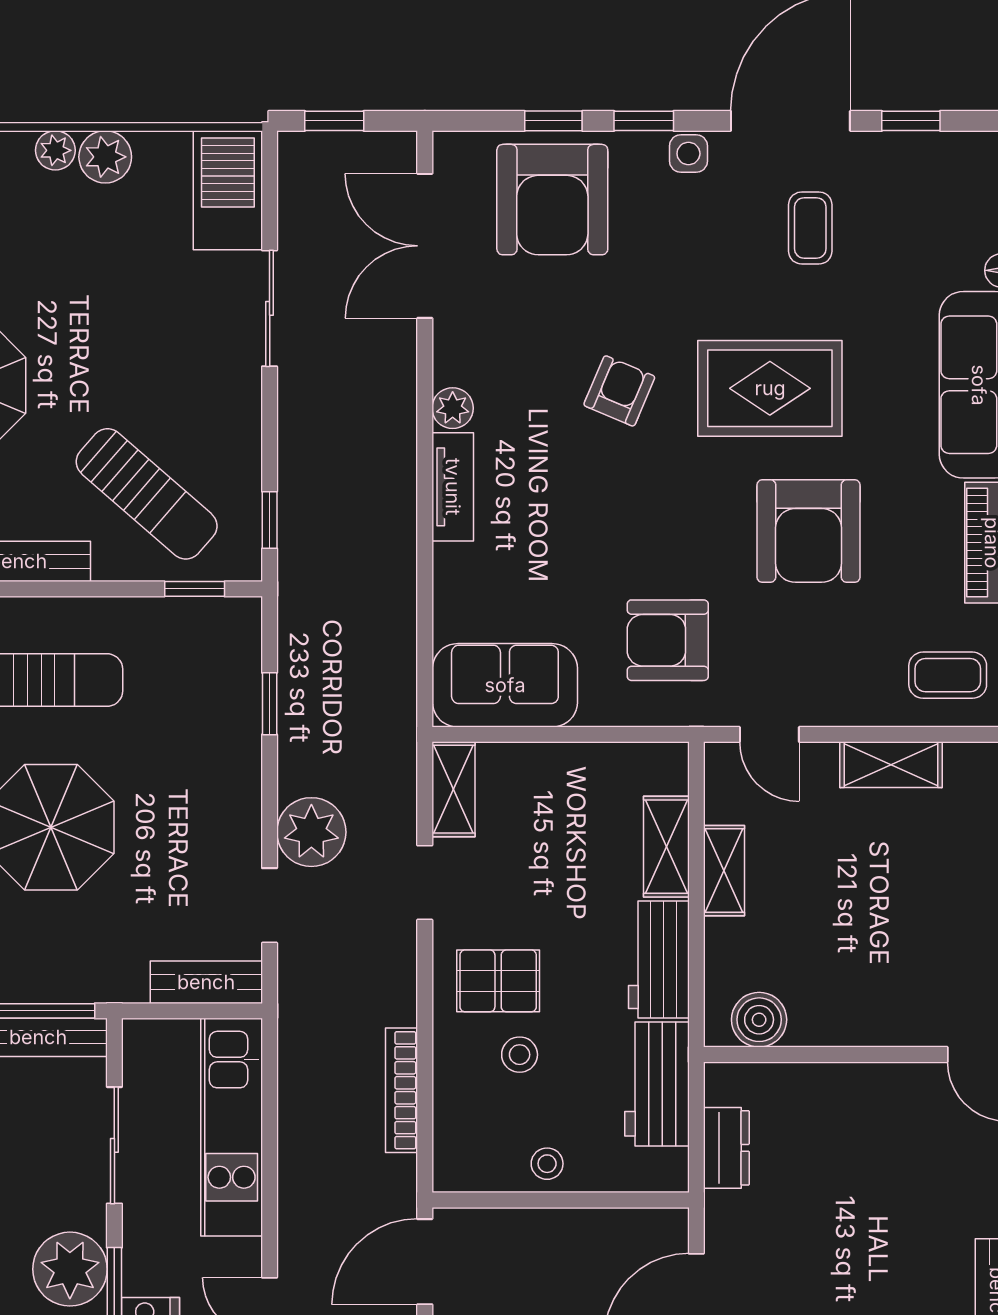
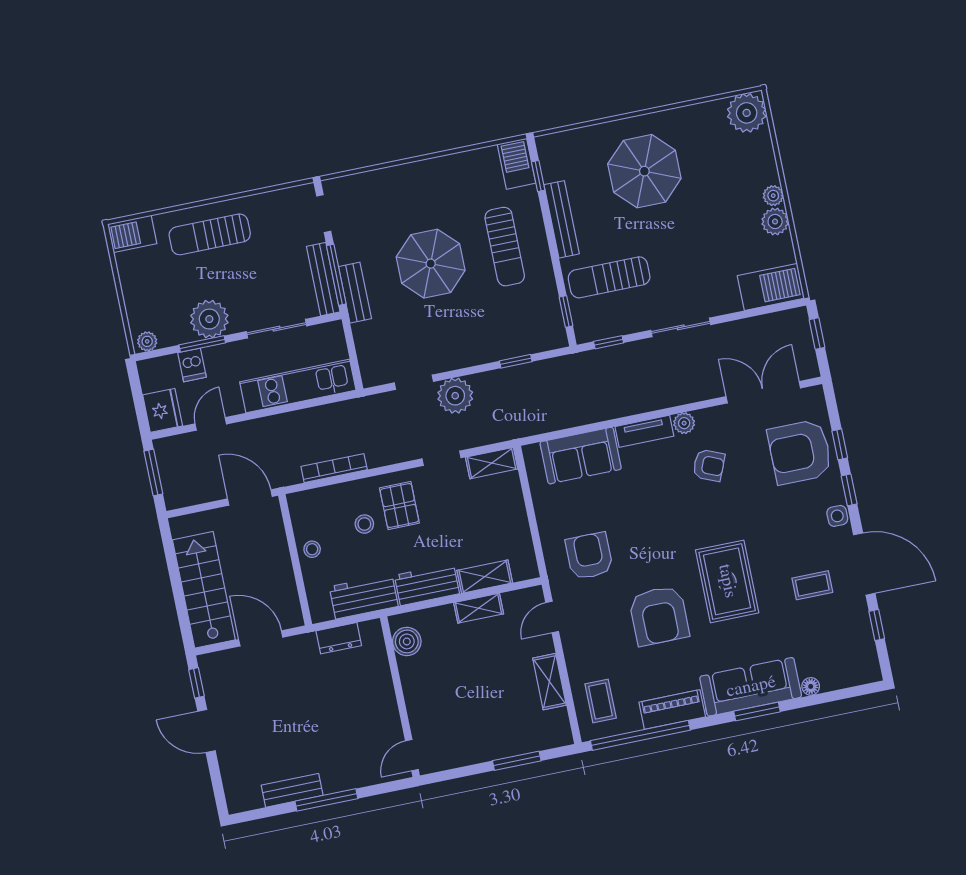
sliding door: (270, 308) -> (681, 327), moved
armchair: (619, 391) -> (709, 465), moved
sun lounger: (147, 494) -> (609, 277), turned 49
armchair: (809, 531) -> (659, 616), turned -90
sofa: (505, 685) -> (581, 456), moved, turned 90
bench: (206, 982) -> (355, 293), moved

